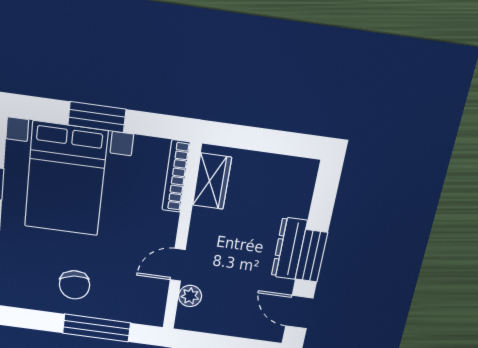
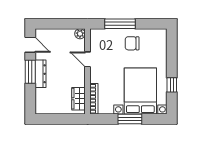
door: (178, 265) -> (88, 59), swing flipped
chair: (74, 285) -> (132, 43), turned -82
plant: (190, 296) -> (80, 34), moved

